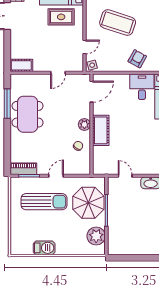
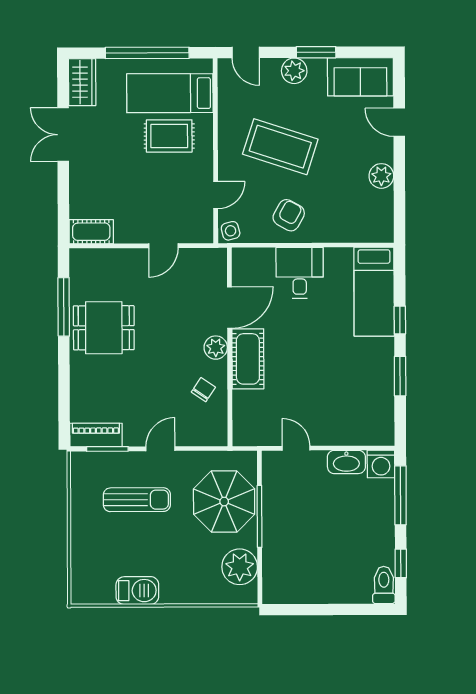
armchair: (137, 59) -> (289, 215), moved
desk: (142, 87) -> (300, 273), moved
door: (91, 92) -> (229, 308), moved
dining table: (28, 114) -> (104, 328), width x0.73
sun lounger: (44, 202) -> (137, 500), width x0.73, depth x0.75

